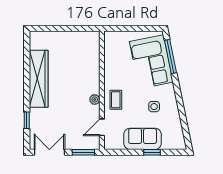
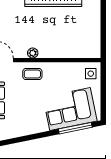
side table: (154, 107) -> (91, 74), moved

